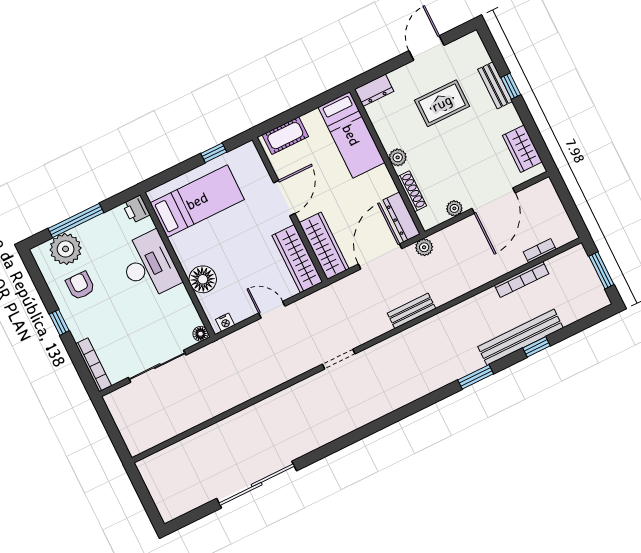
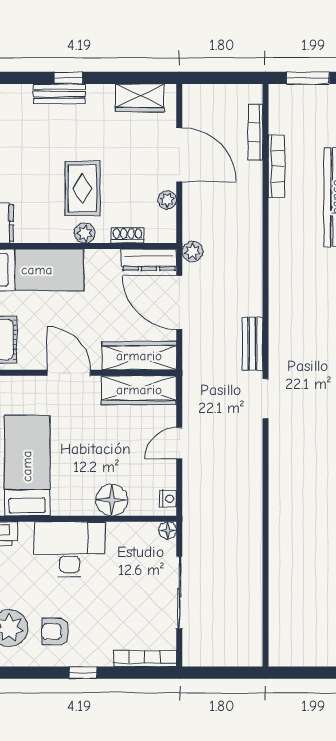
rug: (442, 103) -> (82, 188), moved
shoe rack: (412, 191) -> (127, 235), width x0.70
bookcase: (540, 251) -> (255, 132), width x1.56
bench: (411, 311) -> (252, 344), moved

